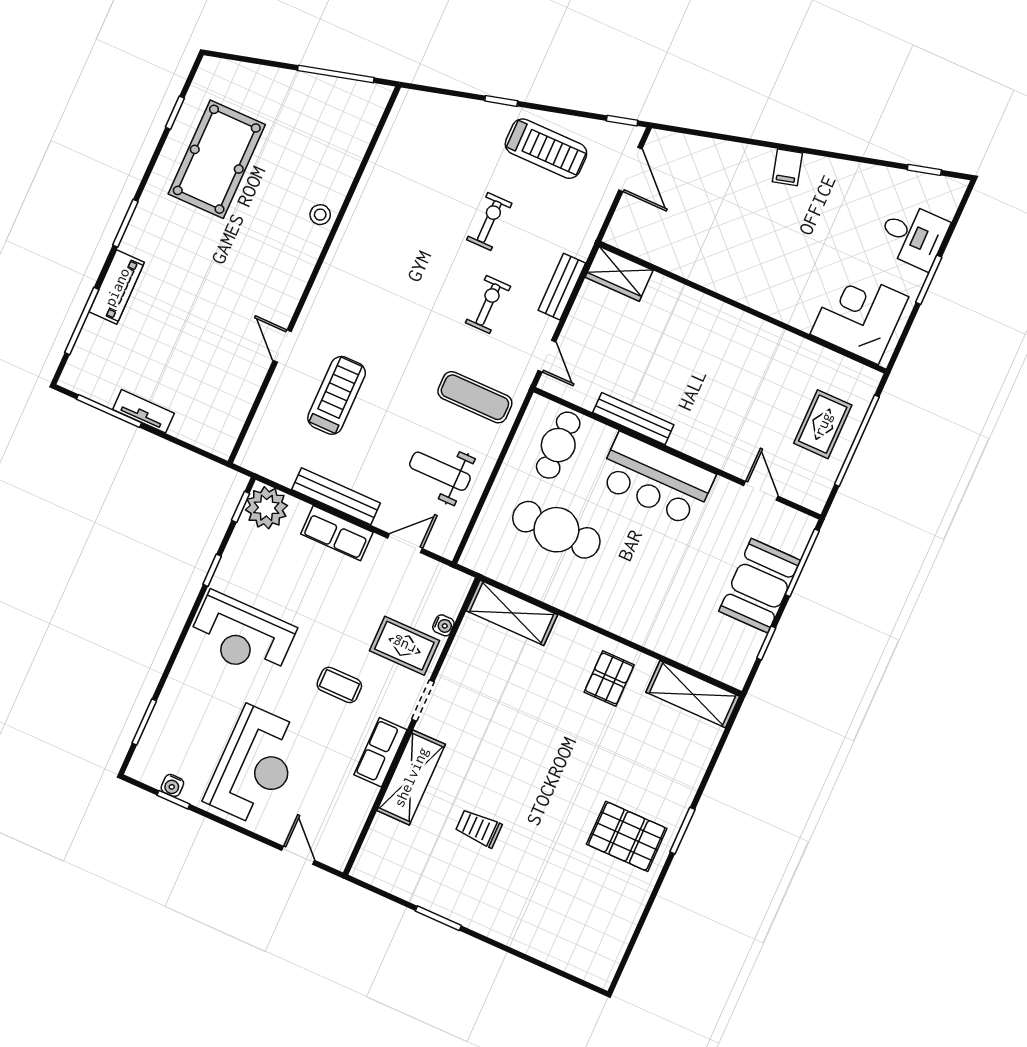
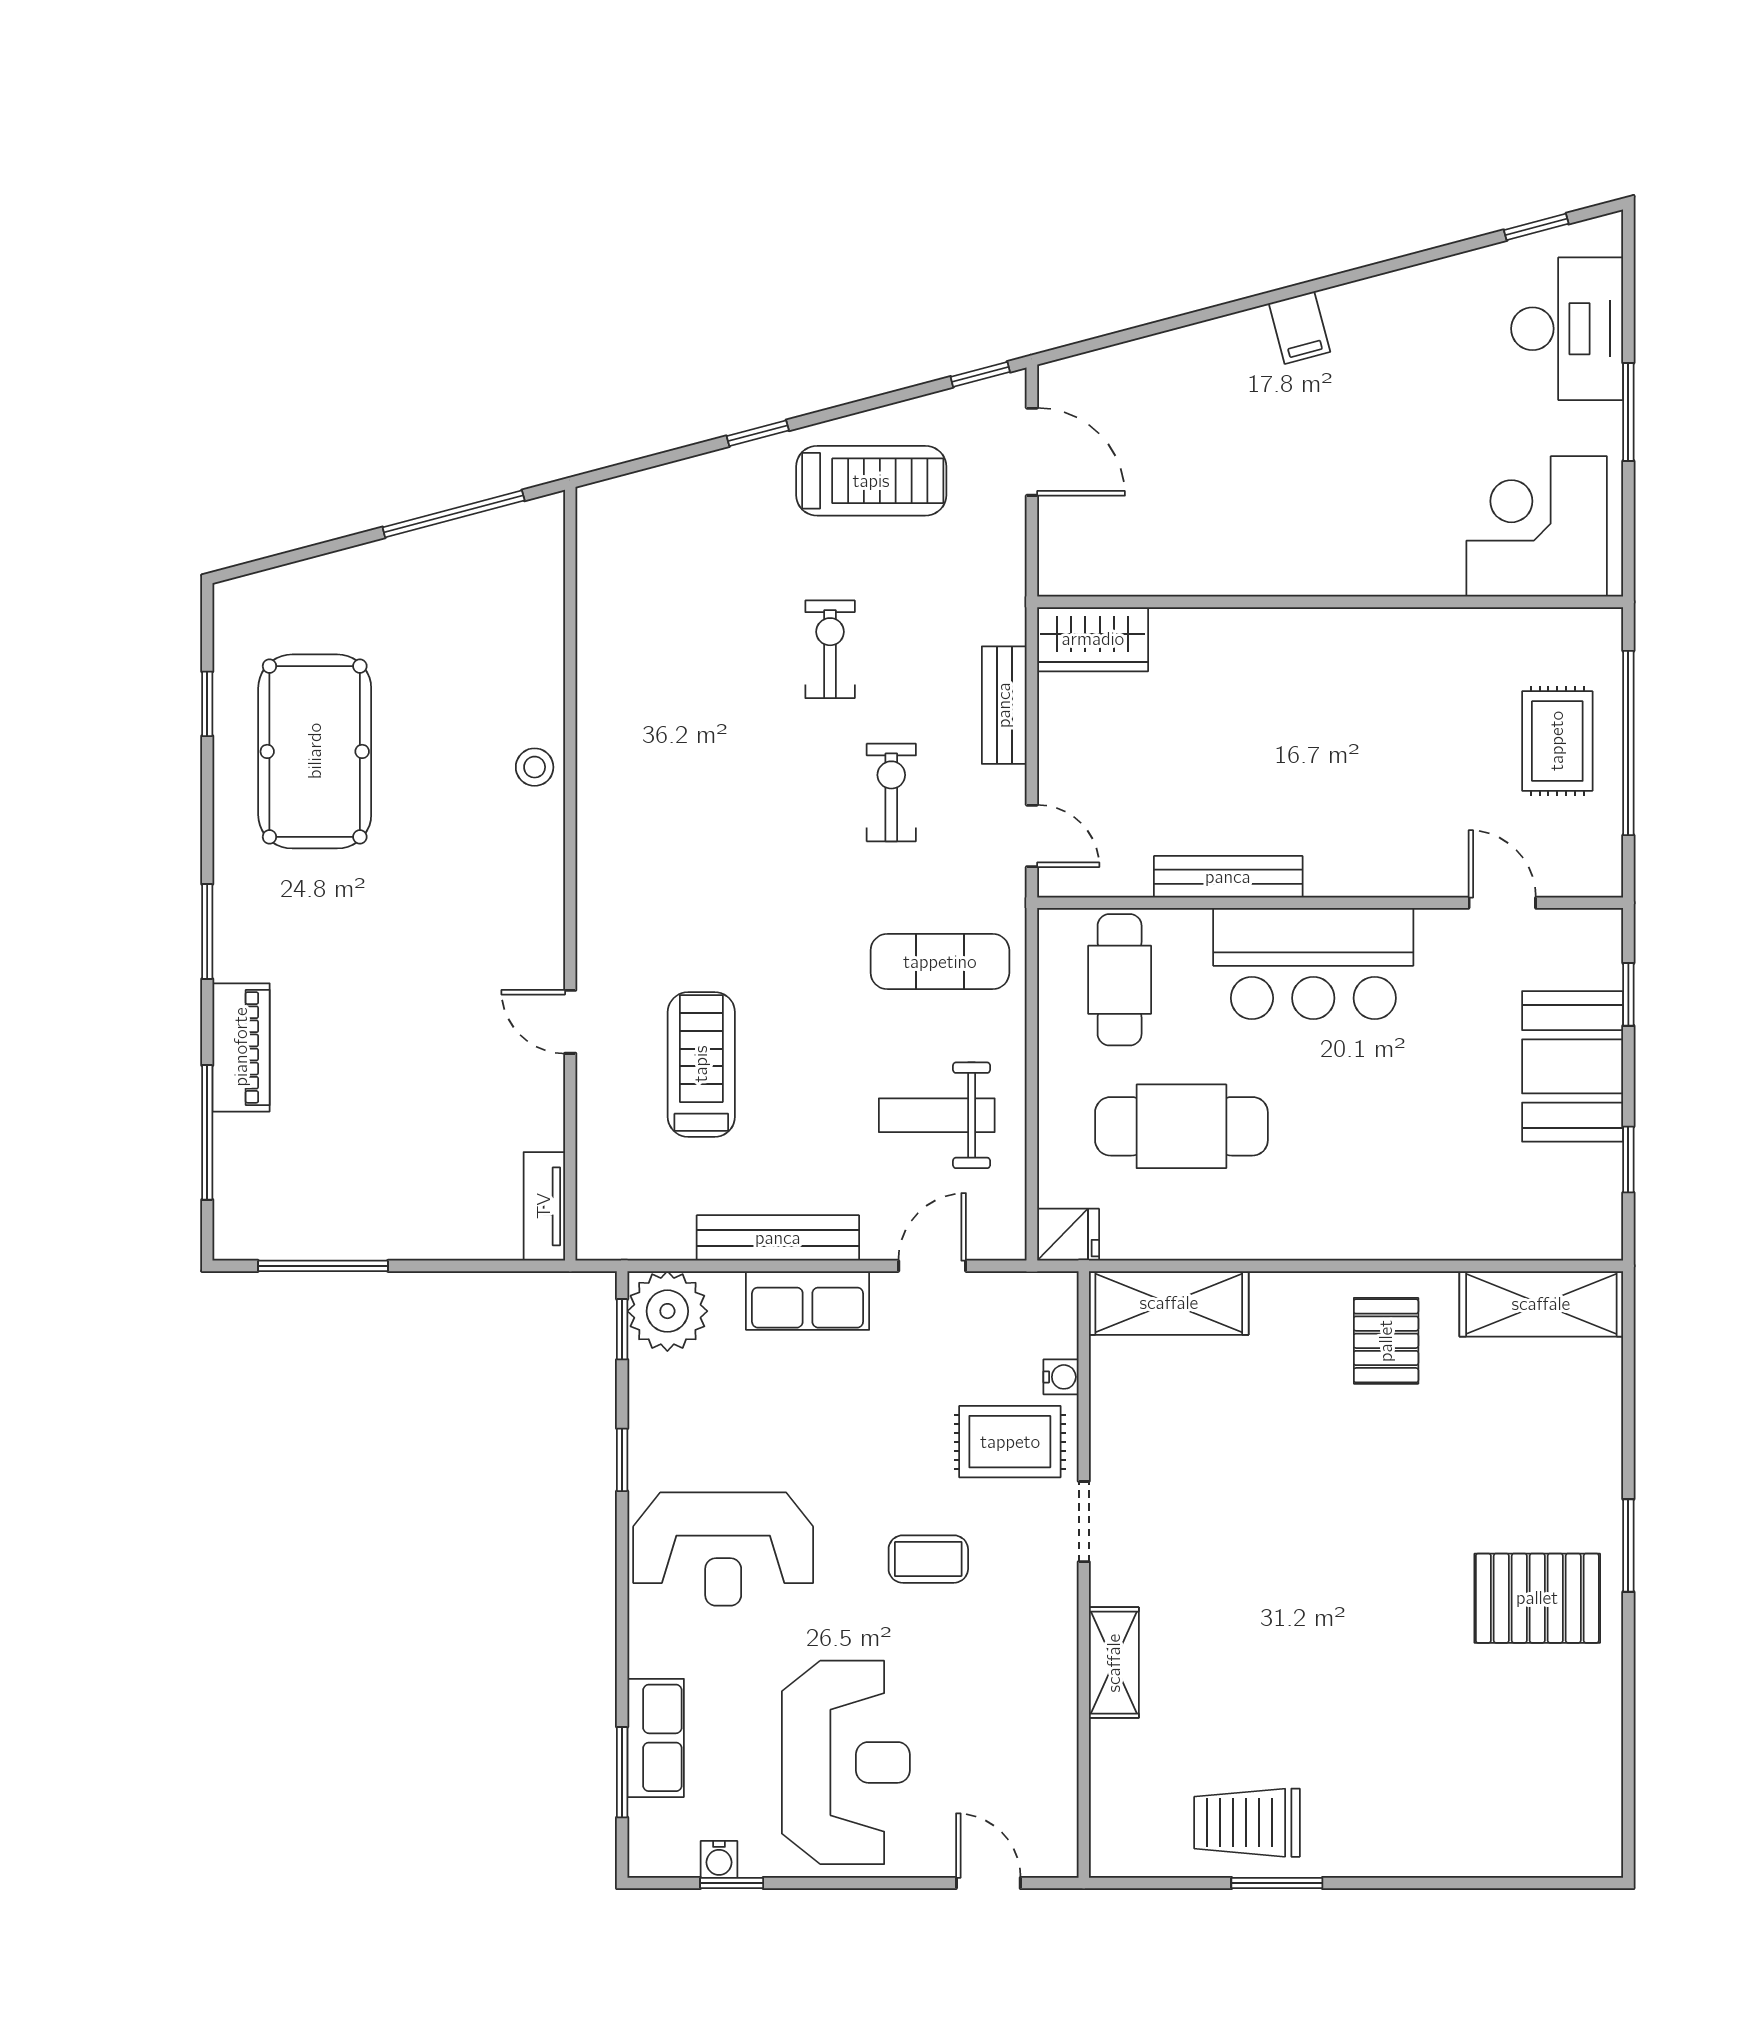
desk: (913, 235) -> (1567, 329), width x1.37
tv unit: (144, 411) -> (544, 1206), moved, turned -90
fridge: (478, 558) -> (1068, 1235), added
window: (802, 563) -> (1628, 994), width x0.46
row of seats: (380, 752) -> (656, 1738), moved, turned 180
shelving: (411, 777) -> (1114, 1663), width x0.67, depth x0.75
trolley: (479, 828) -> (1247, 1823), moved, width x1.36, depth x1.39

